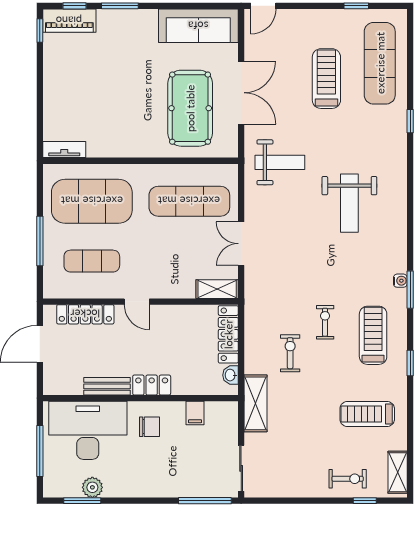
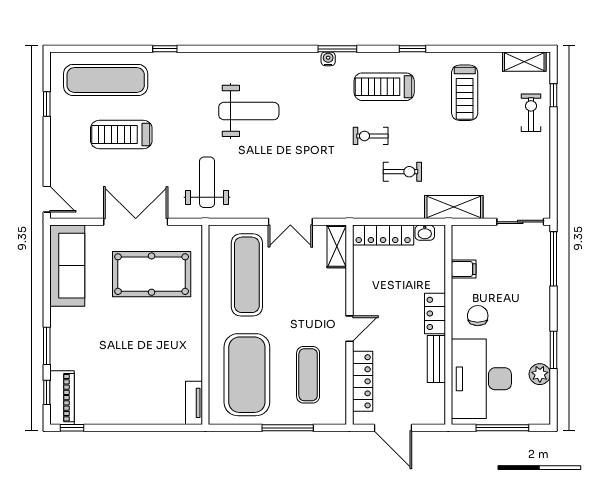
exercise bike: (290, 353) -> (402, 172), turned 180
window: (82, 501) -> (553, 350), moved

